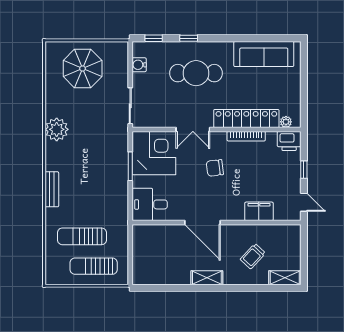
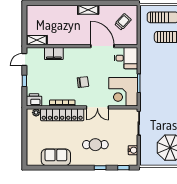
sofa: (264, 54) -> (56, 157), width x0.73
cafe table: (196, 73) -> (95, 145), width x0.73, depth x0.74
double door: (193, 130) -> (97, 107), swing flipped
door: (304, 202) -> (24, 59), hinge flipped
door: (202, 223) -> (102, 46), moved
trolley: (253, 256) -> (123, 22), moved
shelving: (285, 278) -> (37, 40), moved

